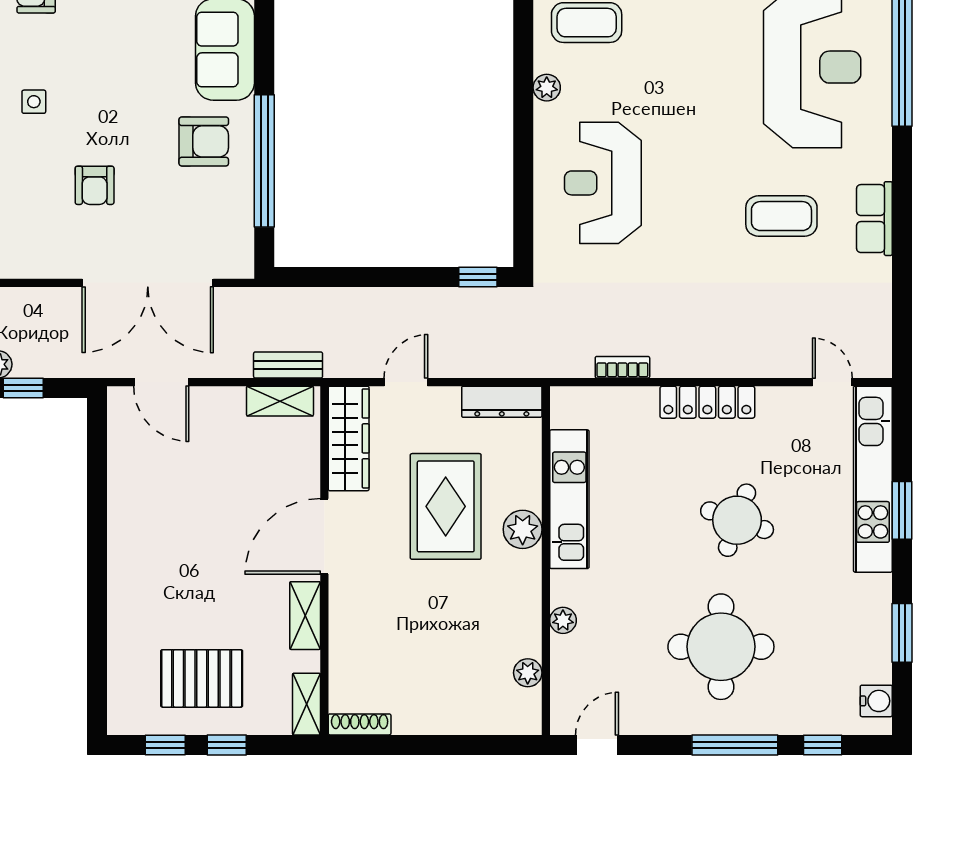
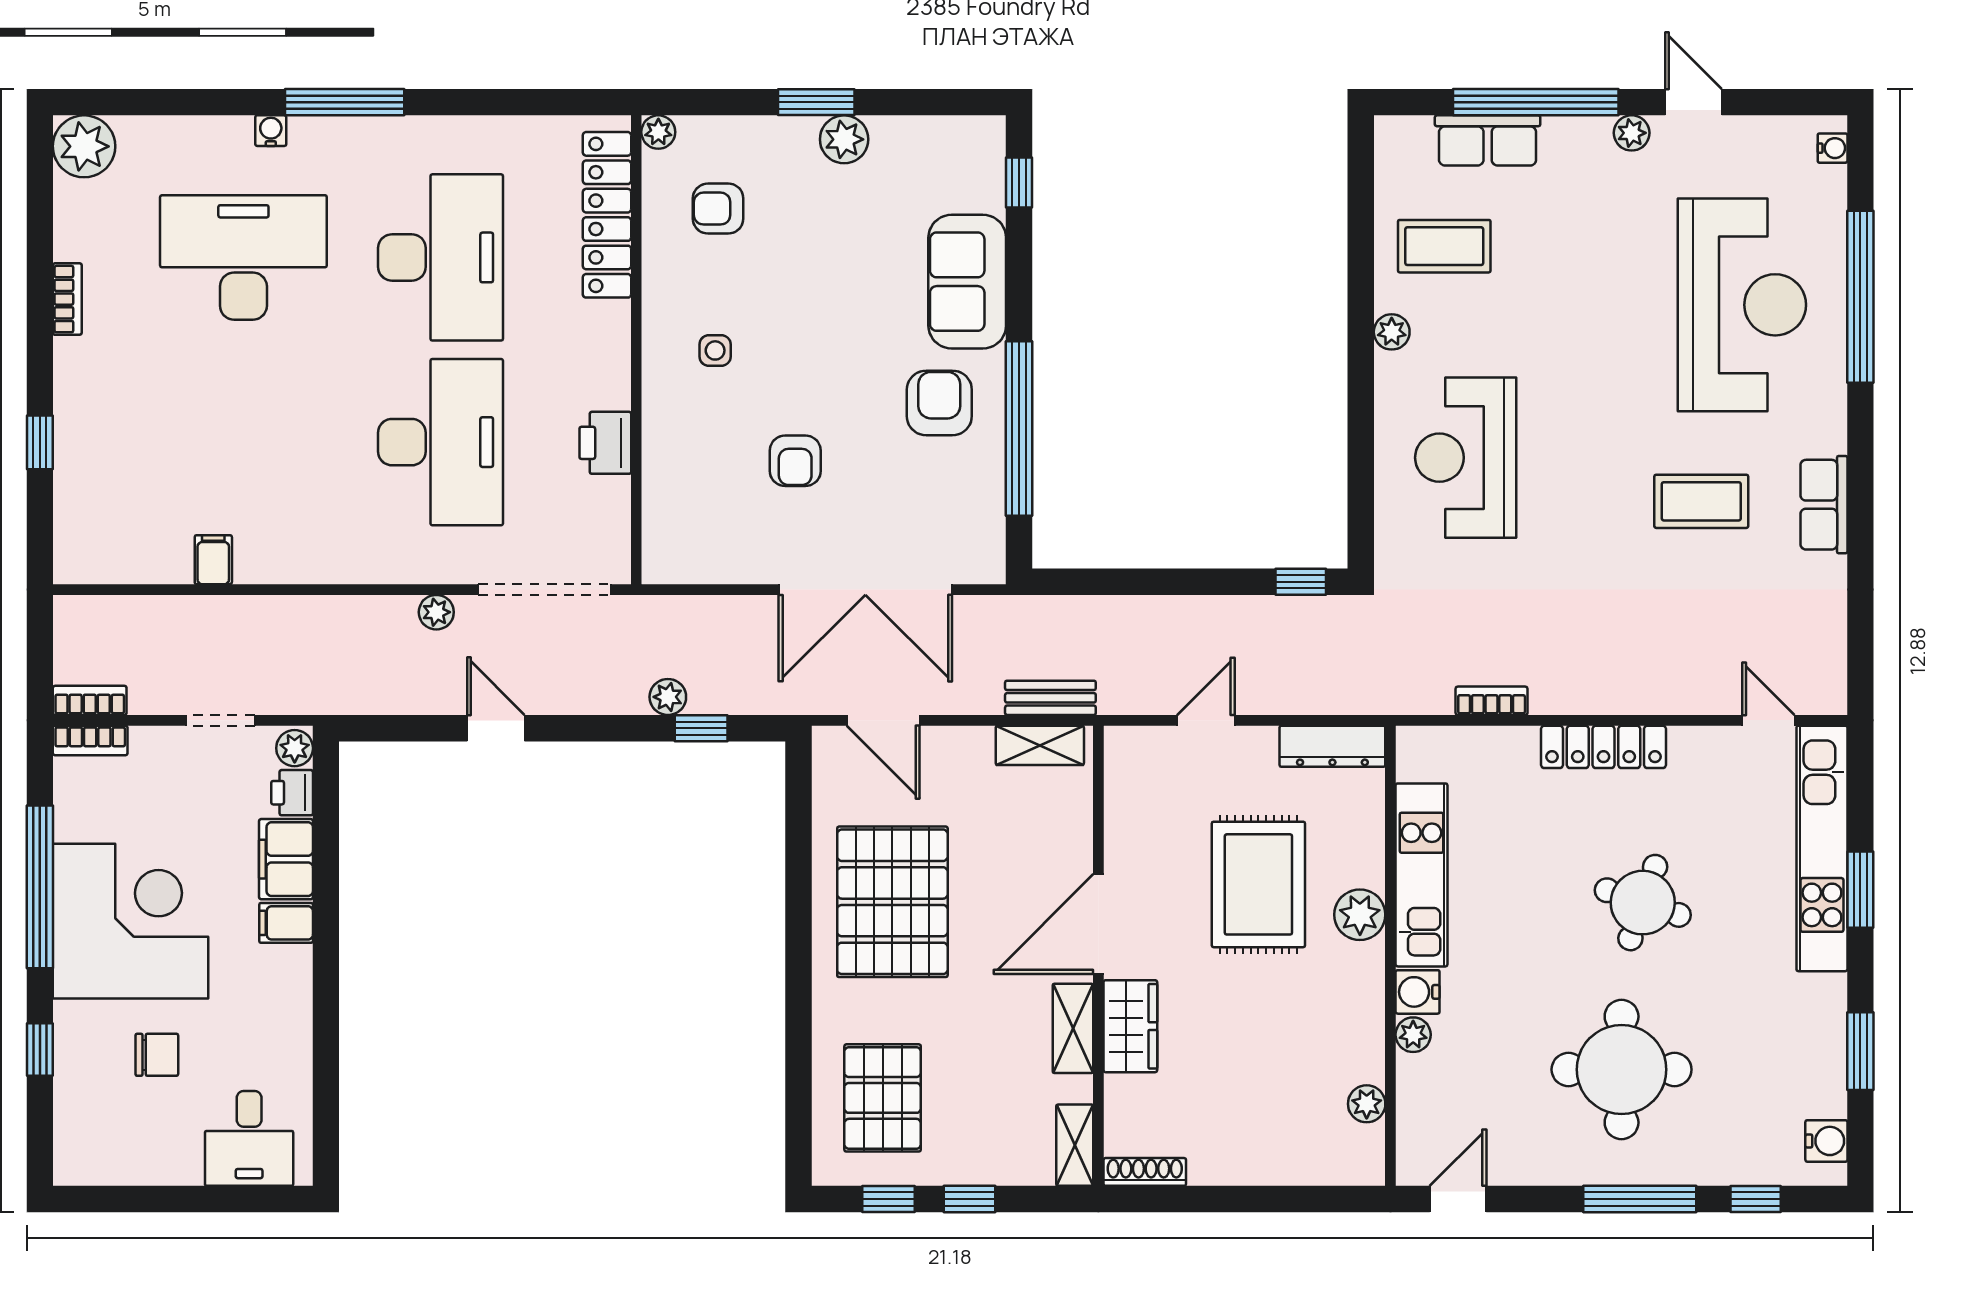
armchair: (204, 141) -> (939, 403), turned -90
wardrobe: (349, 438) -> (1130, 1026), moved, width x0.67
pallet: (168, 520) -> (892, 902), added
water cooler: (566, 588) -> (1418, 992), added
pallet: (202, 678) -> (883, 1098), moved, turned 90

